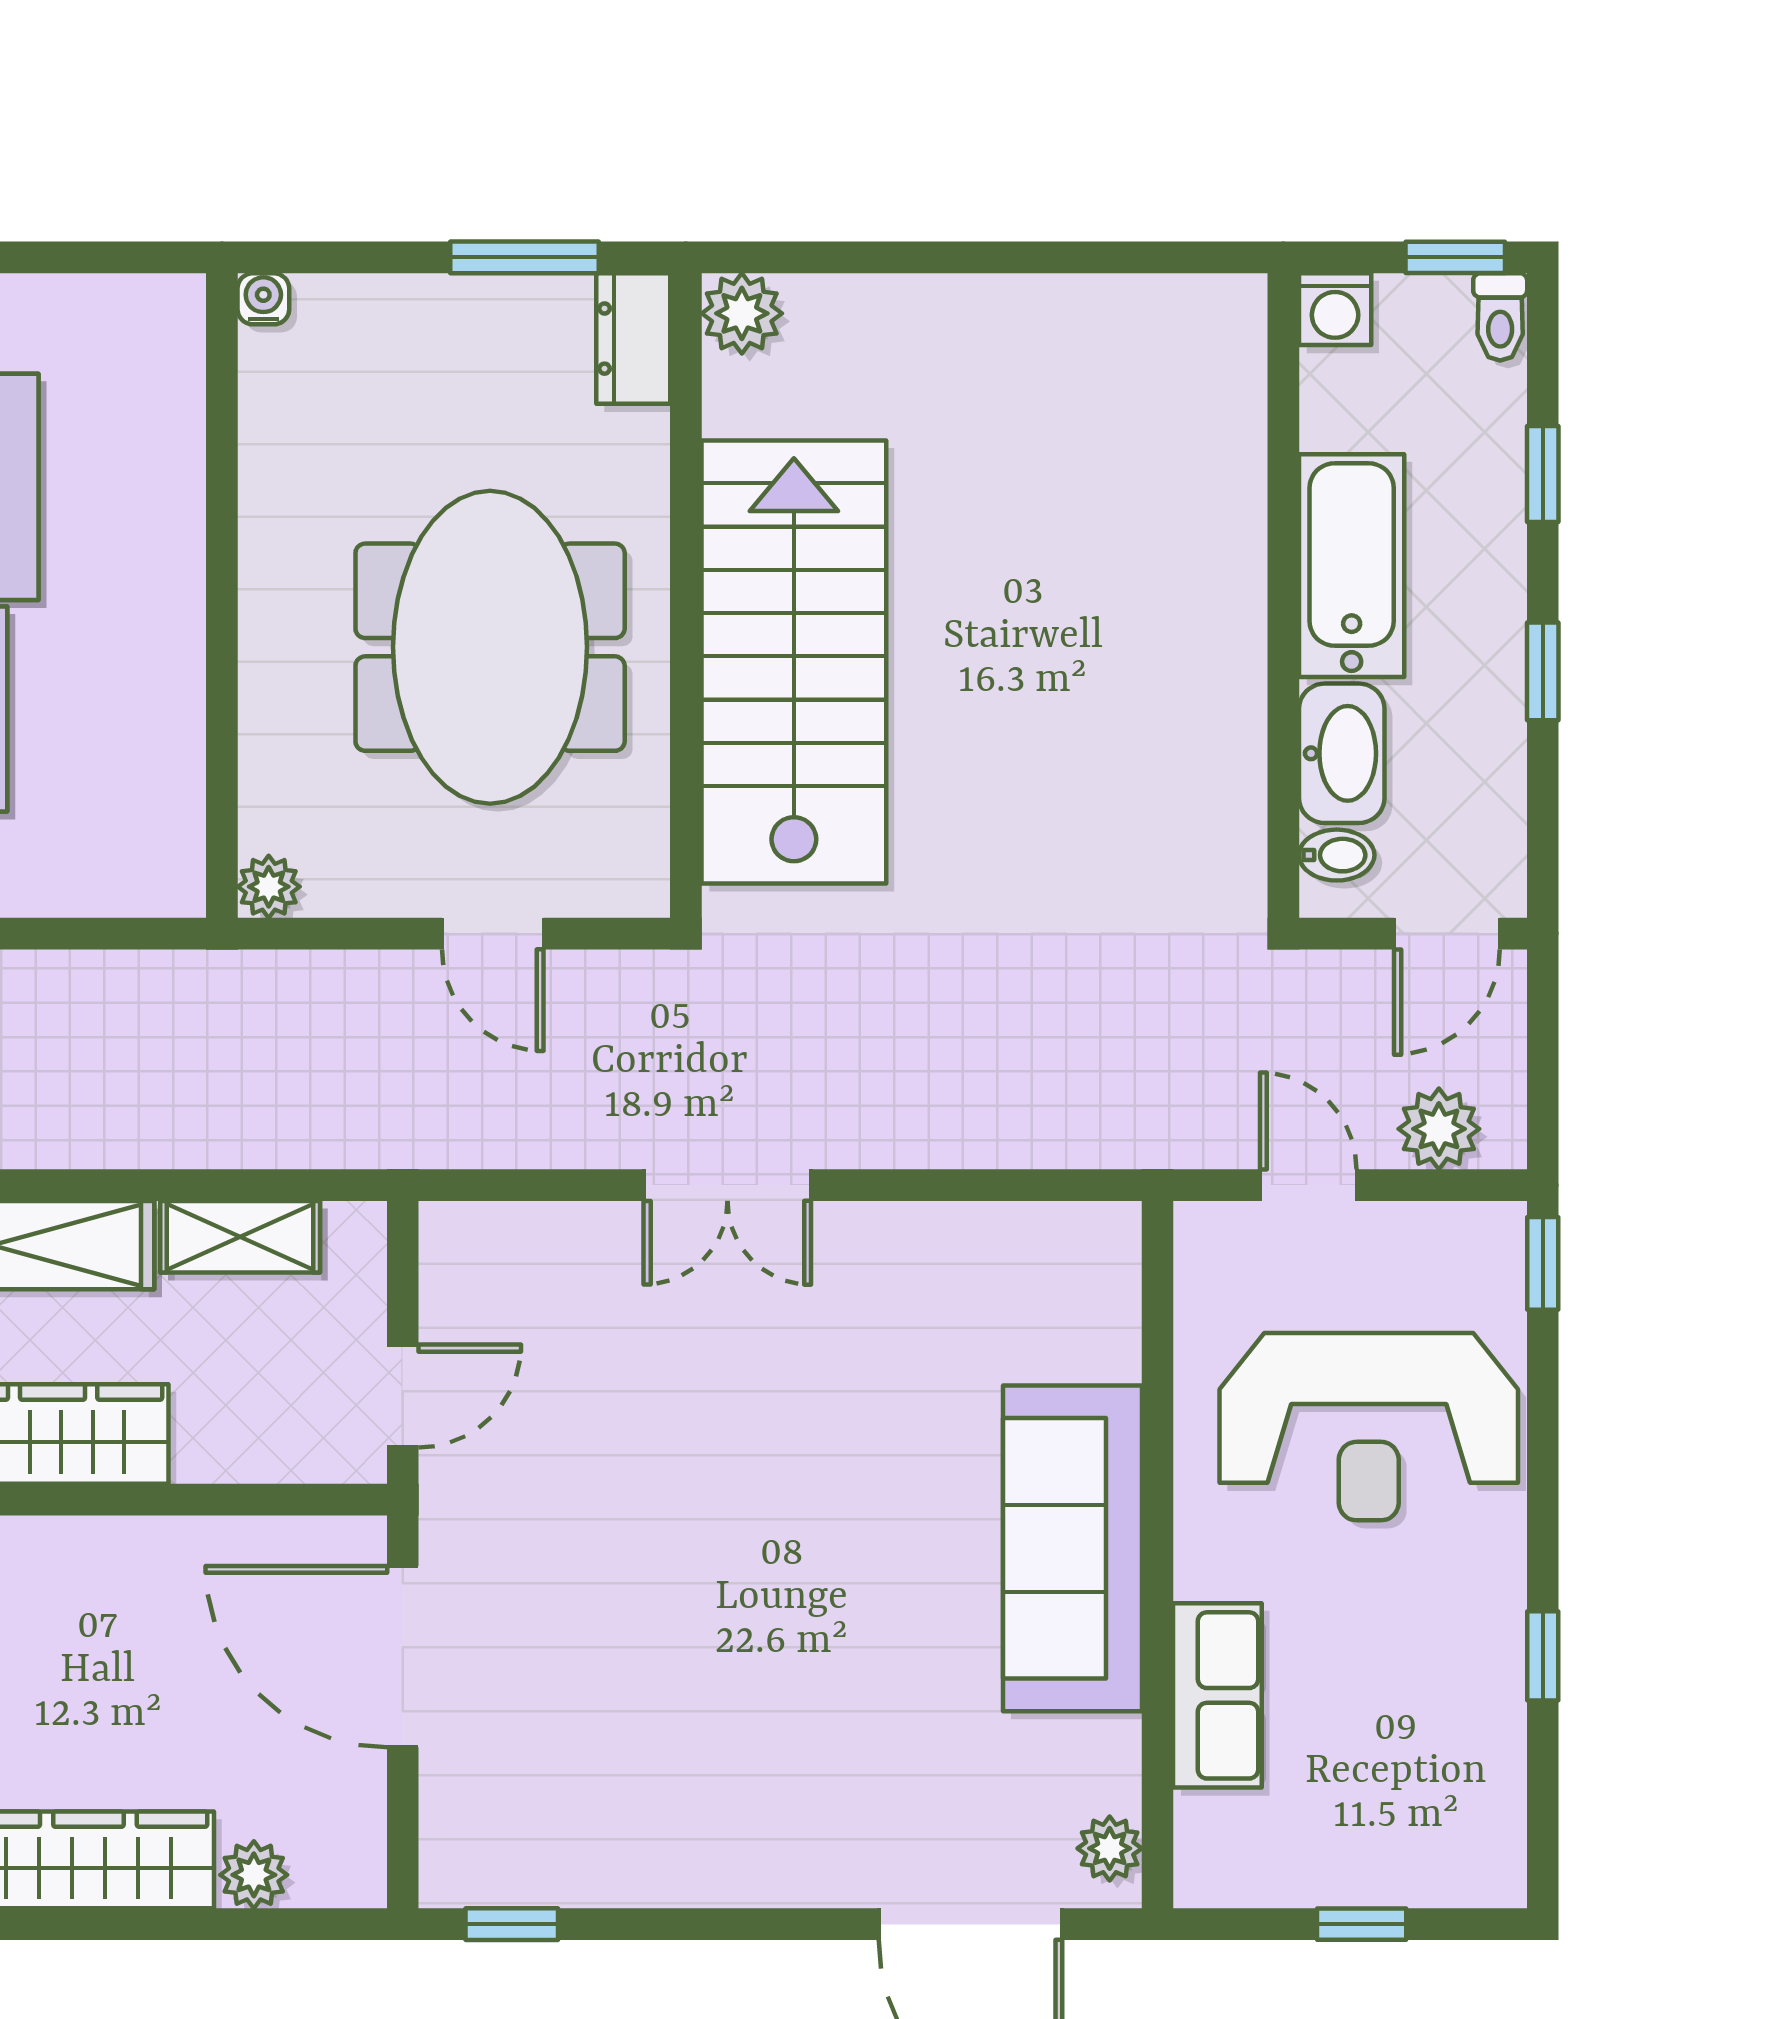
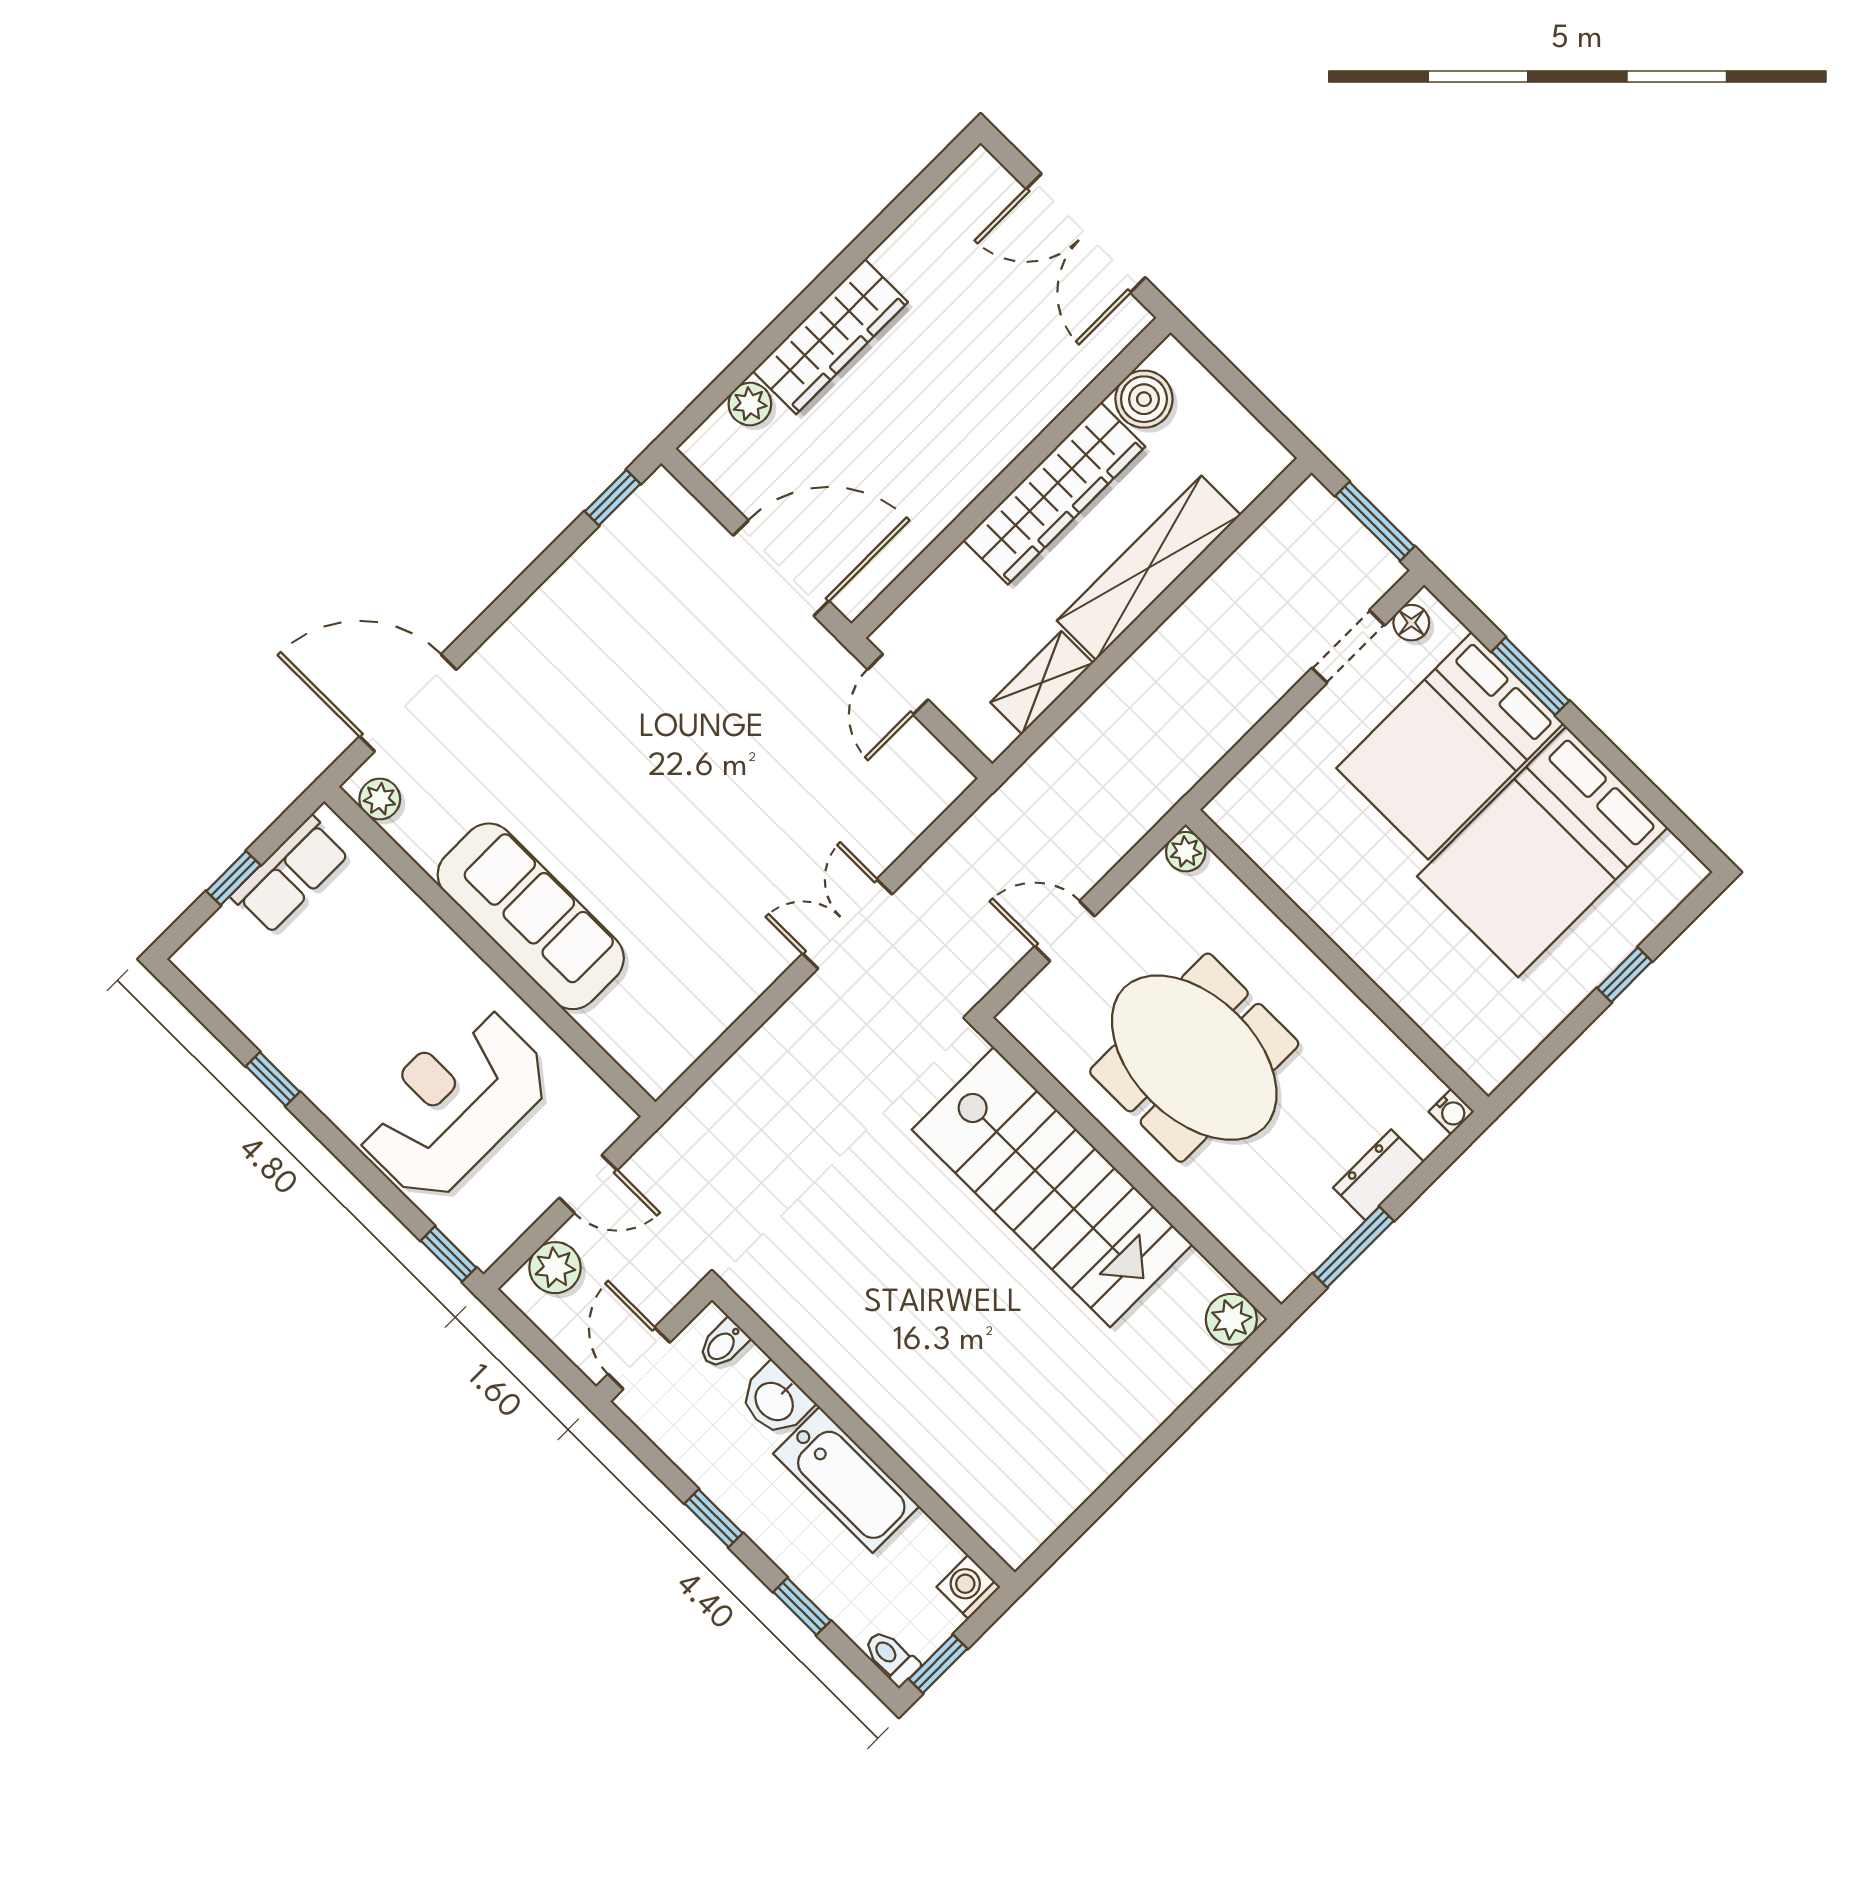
dresser: (633, 339) -> (1378, 1175), moved, turned -90
washbasin: (1342, 753) -> (775, 1400), width x0.72
row of seats: (1217, 1695) -> (290, 875), moved, turned -90

